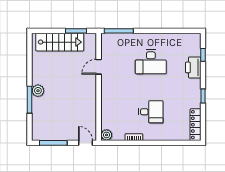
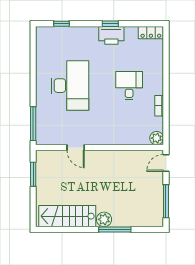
stairs: (60, 42) -> (67, 216), moved, turned -90
desk: (151, 62) -> (70, 86), width x1.36, depth x1.30
printer: (193, 67) -> (111, 35), moved
locker: (195, 125) -> (151, 33), width x0.66

